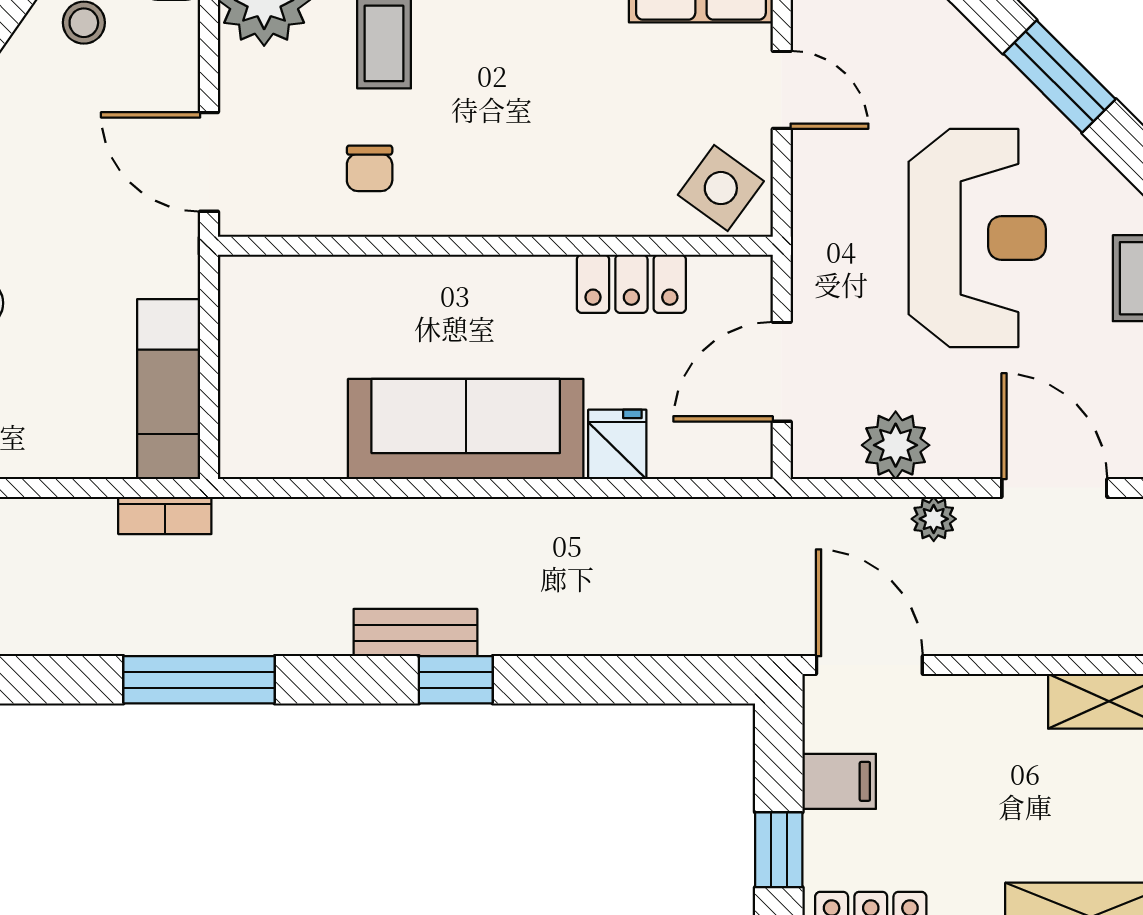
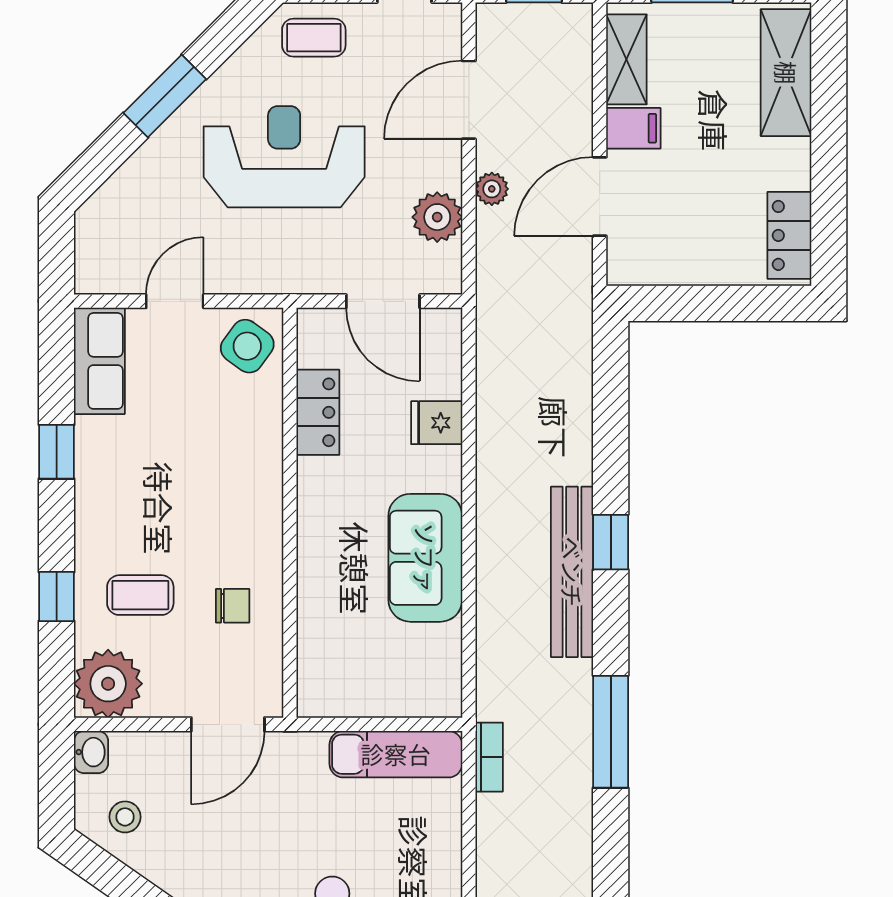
sofa: (466, 429) -> (425, 558), width x0.73
bench: (415, 633) -> (572, 572), width x1.86, depth x1.21
door: (869, 665) -> (600, 196), moved
filing cabinet: (839, 781) -> (633, 128), moved, turned 90
window: (779, 850) -> (736, 303), removed

